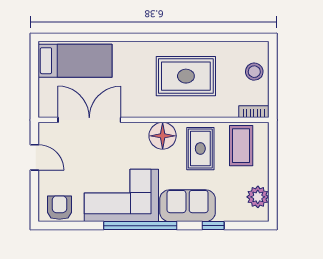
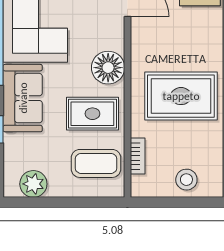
rug: (186, 76) -> (181, 96), turned 90
bookcase: (254, 112) -> (138, 156), moved

